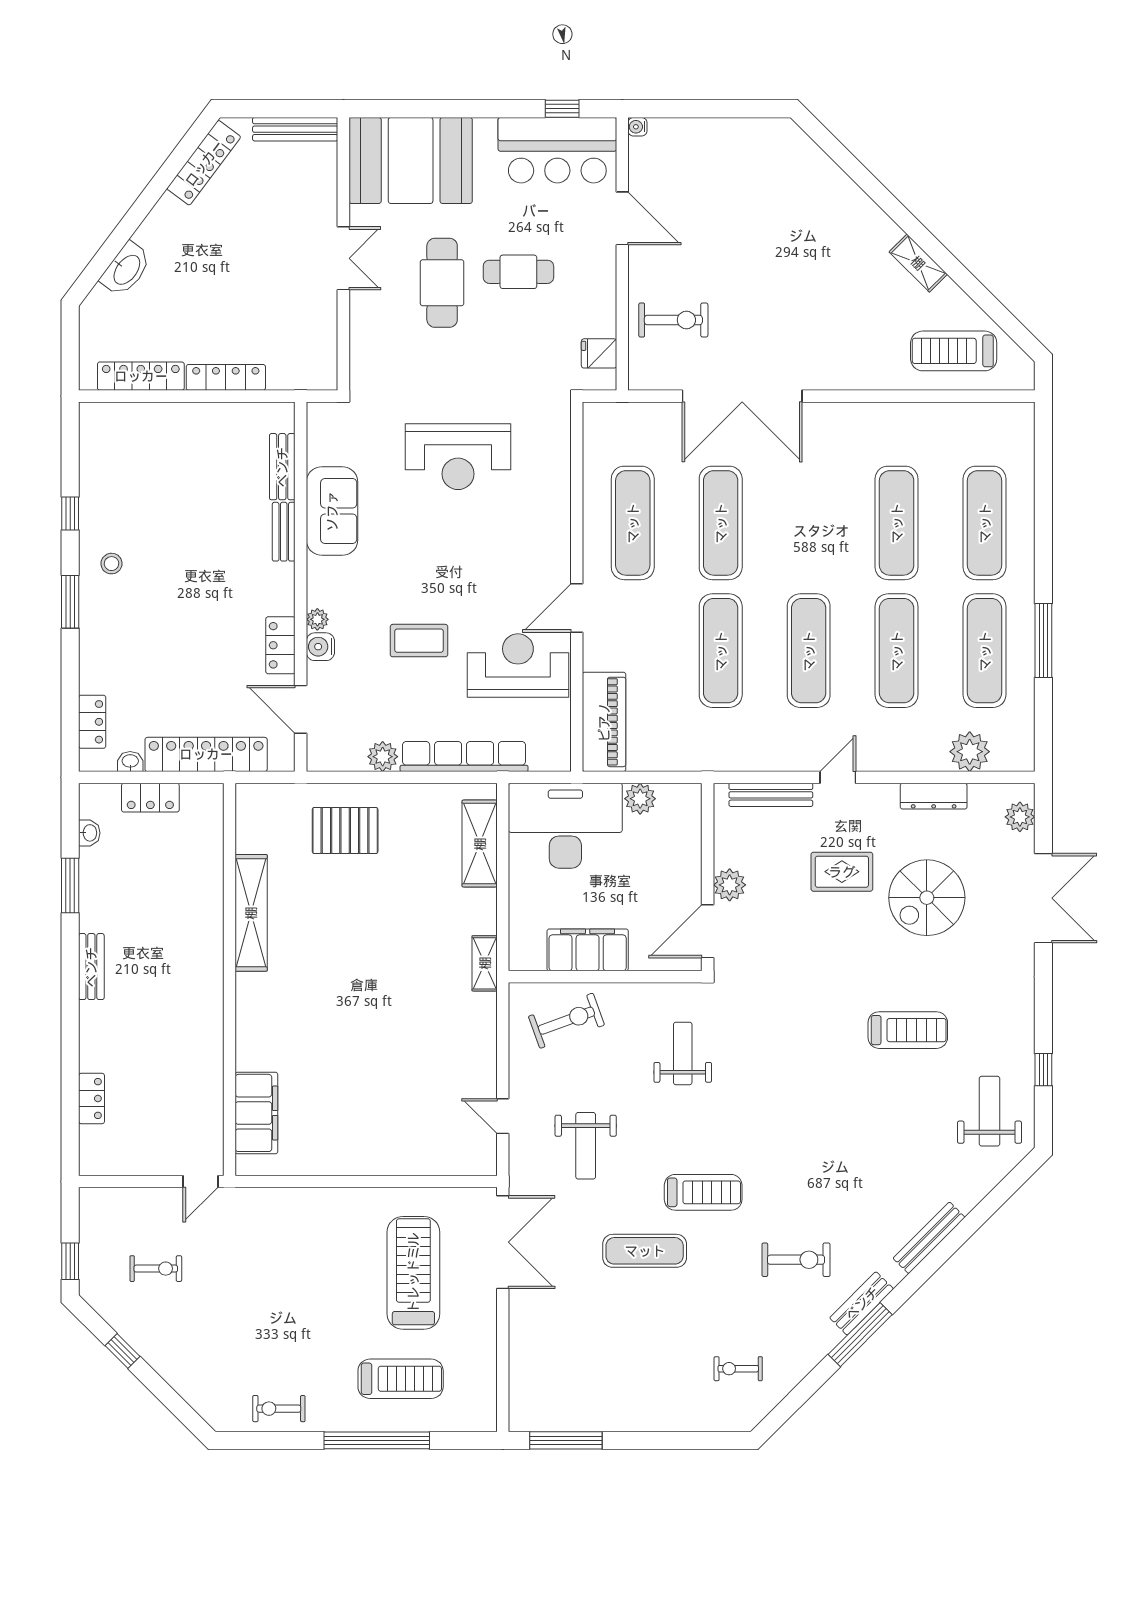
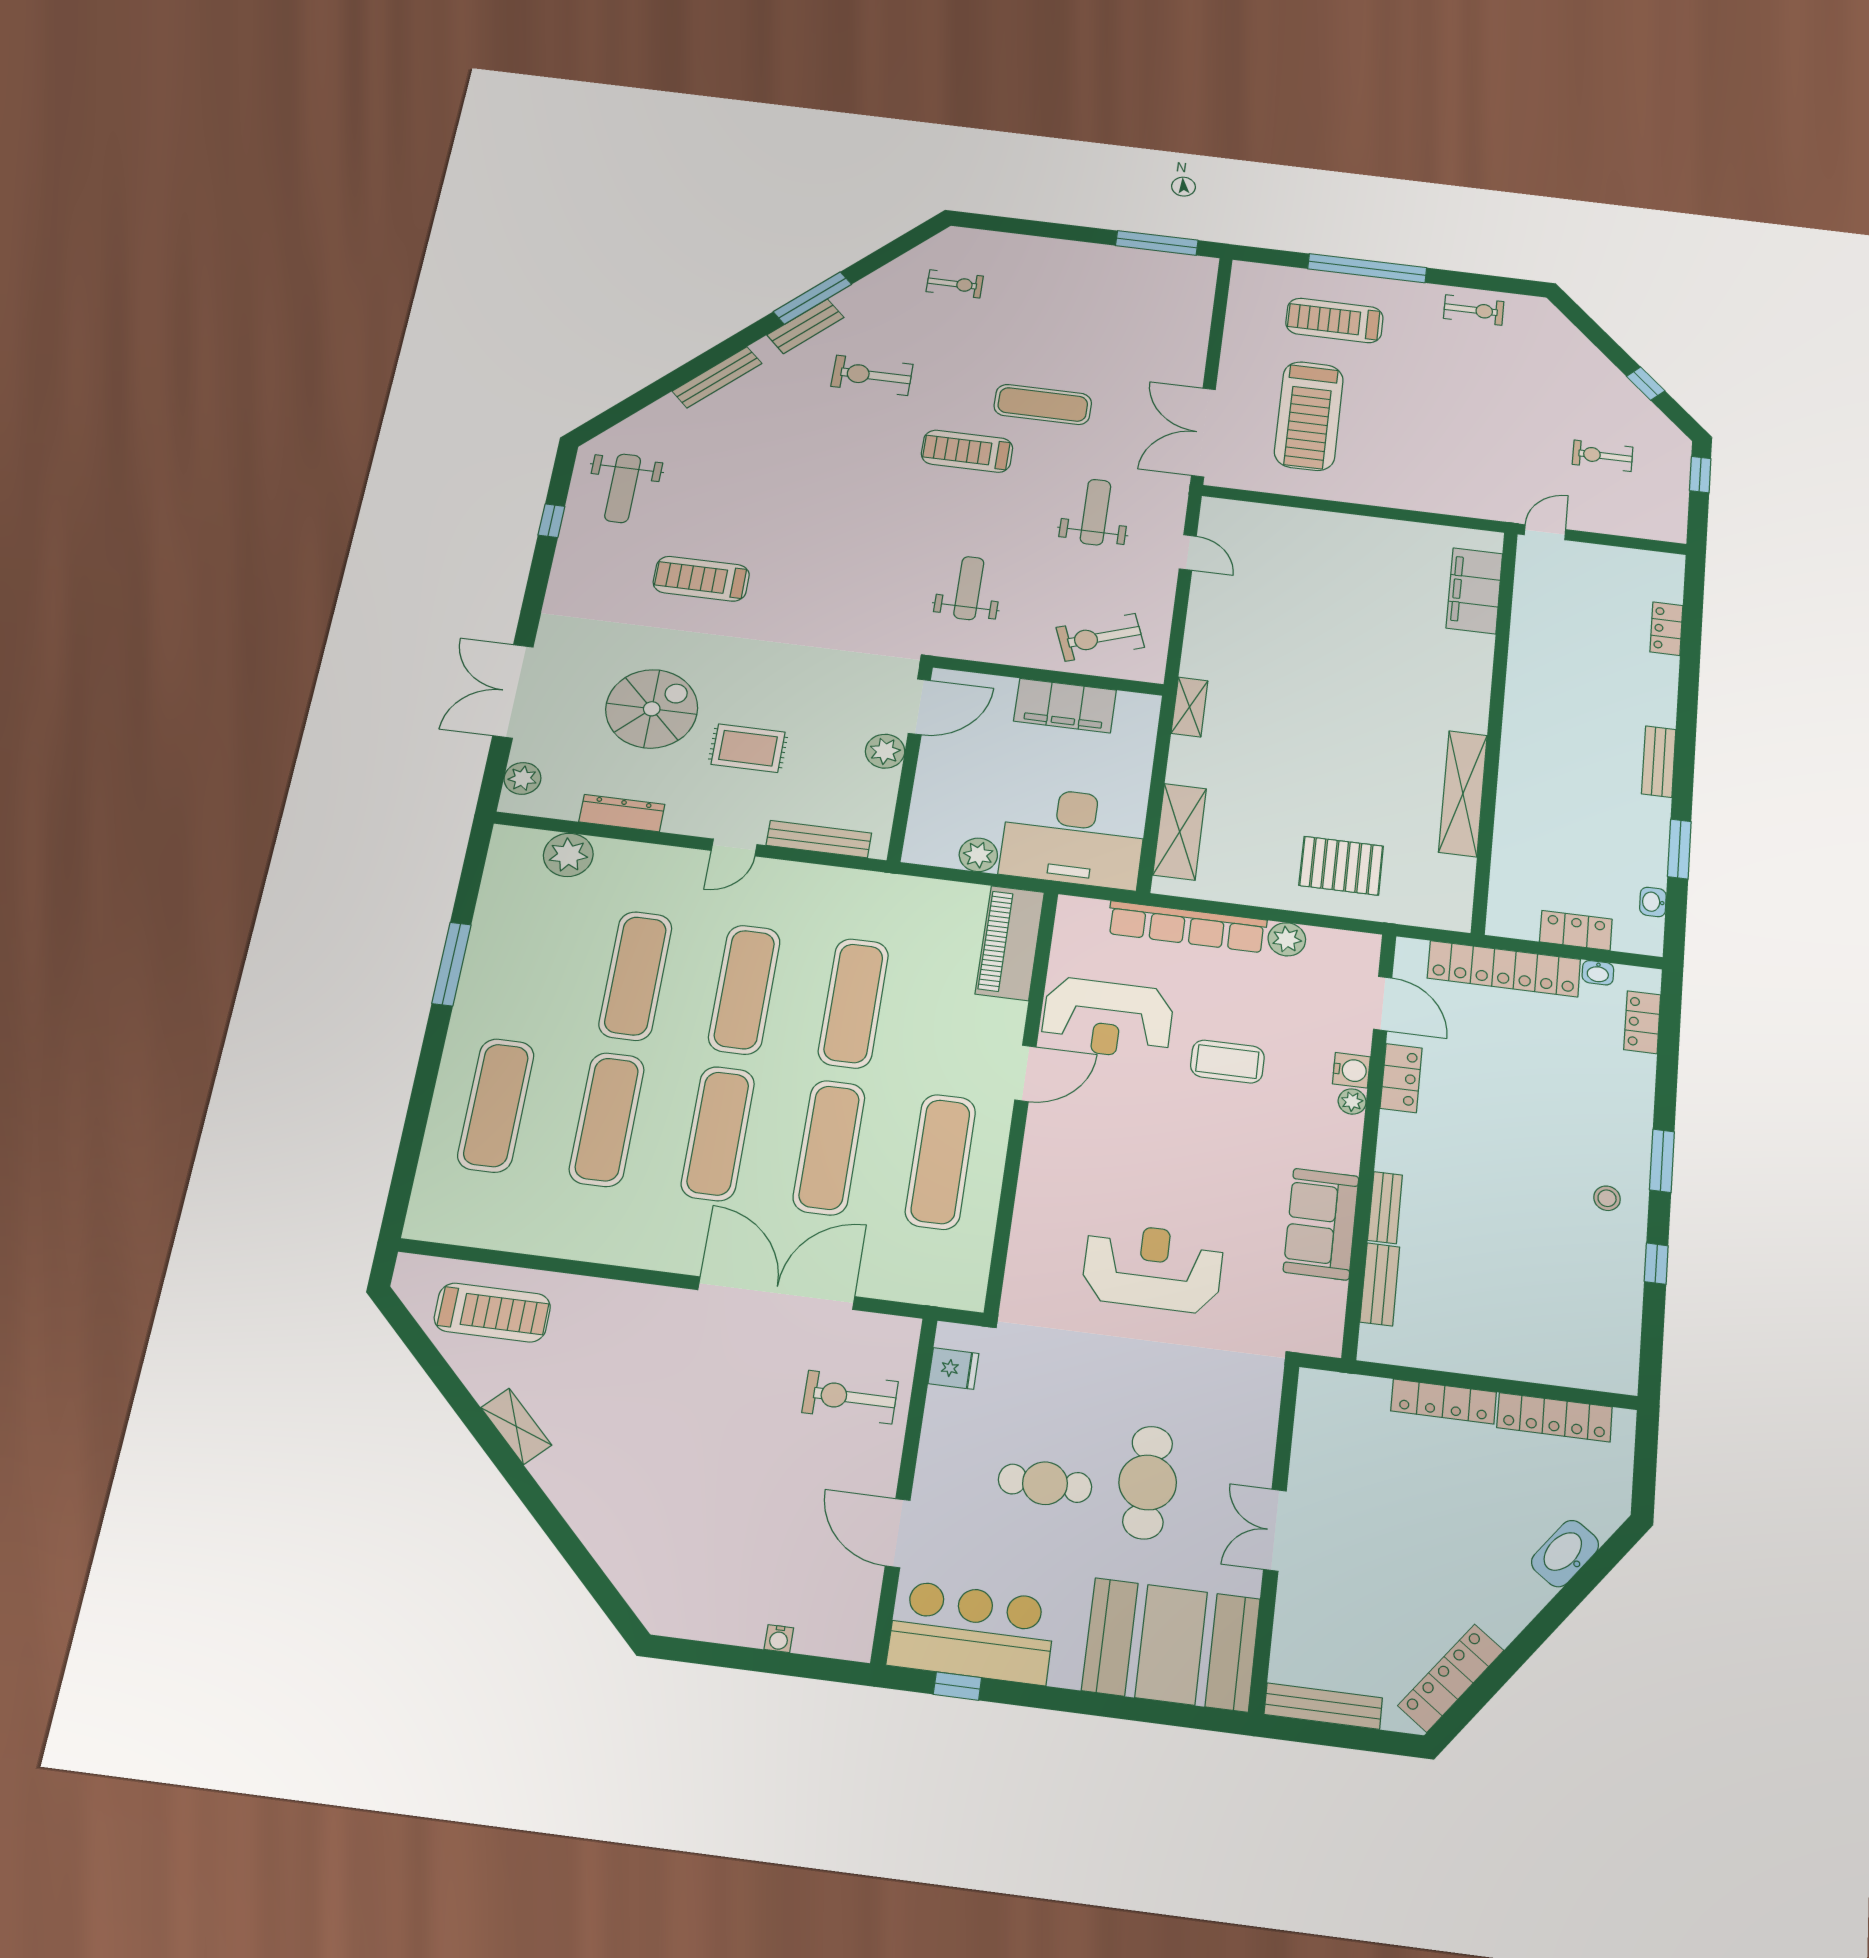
water cooler: (637, 127) -> (779, 1639), moved, turned 90
exercise mat: (985, 651) -> (718, 1133), moved
weight bench: (683, 1053) -> (969, 588), turned 180

